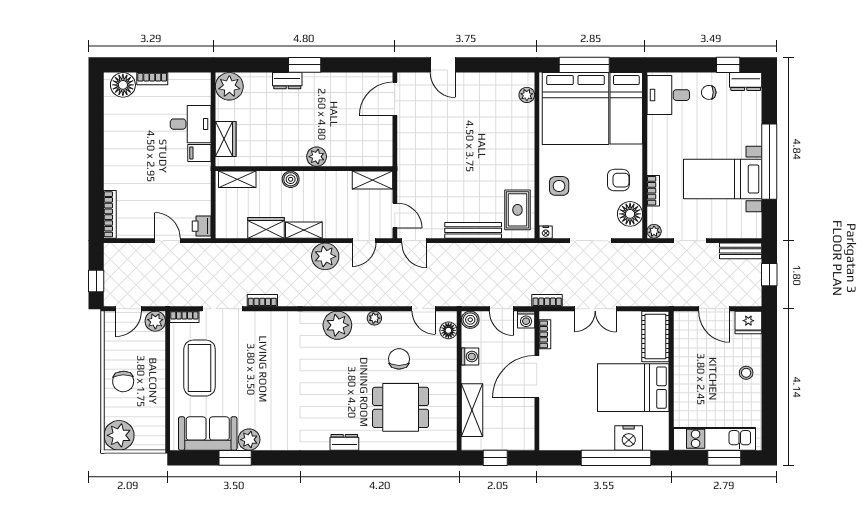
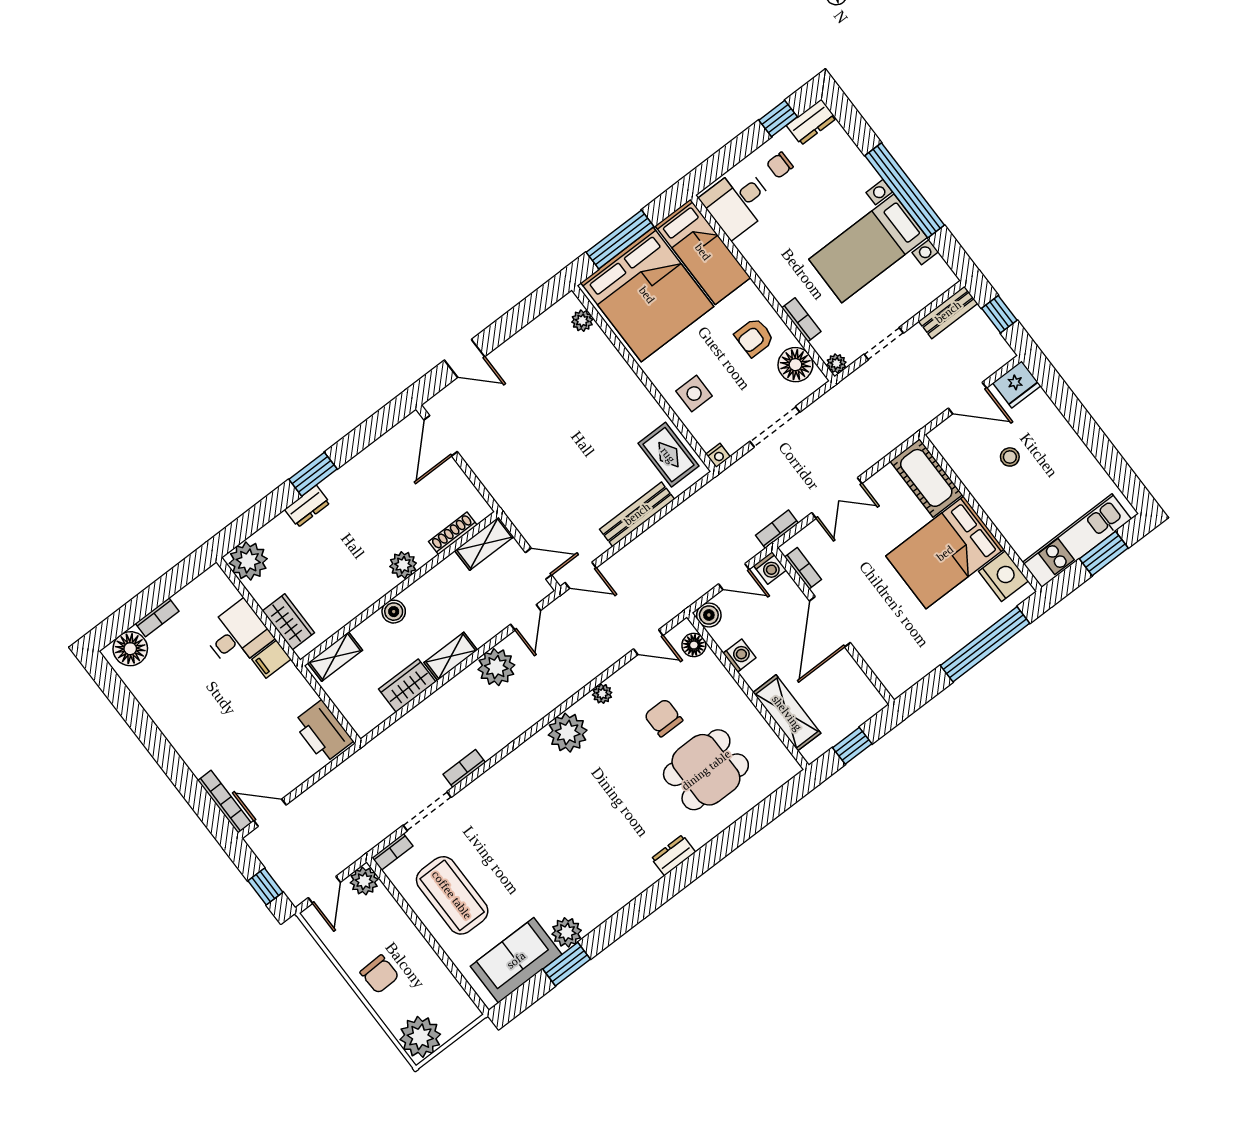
shoe rack: (359, 160) -> (453, 533), added
armchair: (618, 180) -> (754, 337), turned 180
printer: (202, 226) -> (323, 732), width x1.87, depth x1.48
door: (167, 241) -> (270, 813), moved
stool: (746, 373) -> (1010, 457), moved
nightstand: (629, 438) -> (1003, 576), moved, turned -90

